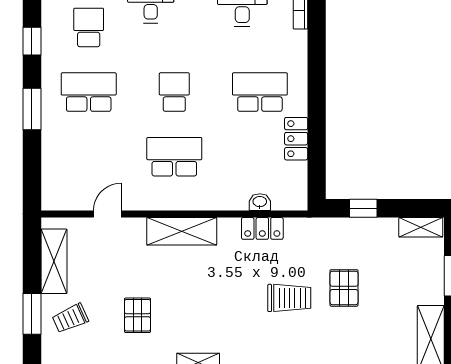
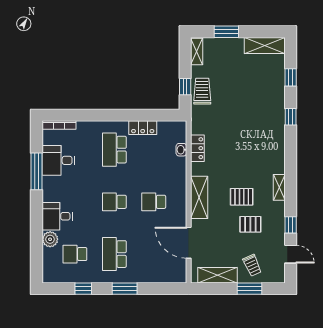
school desk: (174, 157) -> (154, 202), width x0.54
door: (107, 214) -> (189, 243), width x1.87
pallet: (344, 288) -> (242, 197), moved
trolley: (289, 298) -> (202, 91), moved

